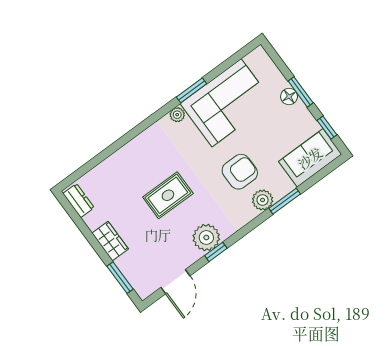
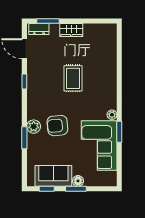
sofa: (310, 158) -> (53, 176), moved, turned -90
armchair: (240, 172) -> (57, 126), turned 85
dresser: (78, 201) -> (39, 29), moved
plant: (206, 238) -> (36, 82), removed

